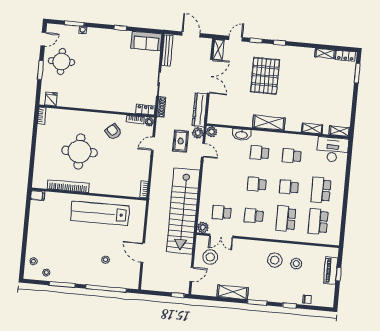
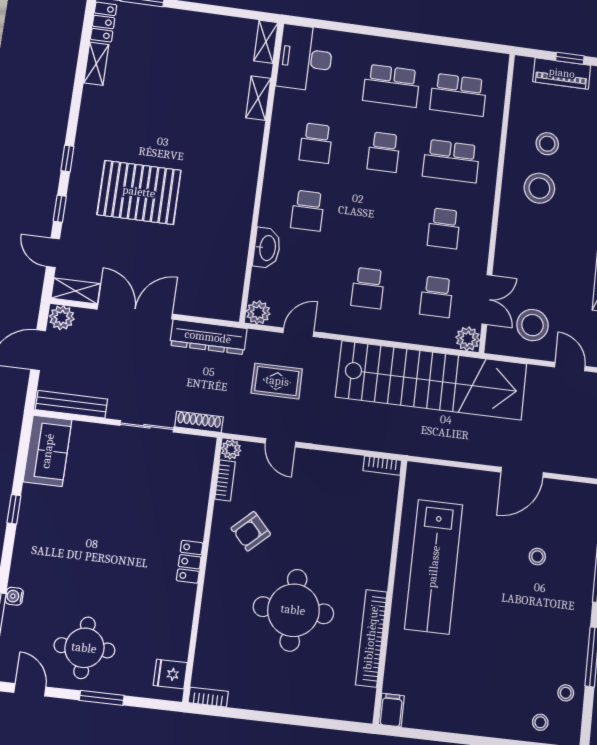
locker: (145, 110) -> (190, 562), moved
shelving: (269, 123) -> (243, 189), removed
plant: (198, 133) -> (62, 318), moved
school desk: (257, 184) -> (368, 288), moved

